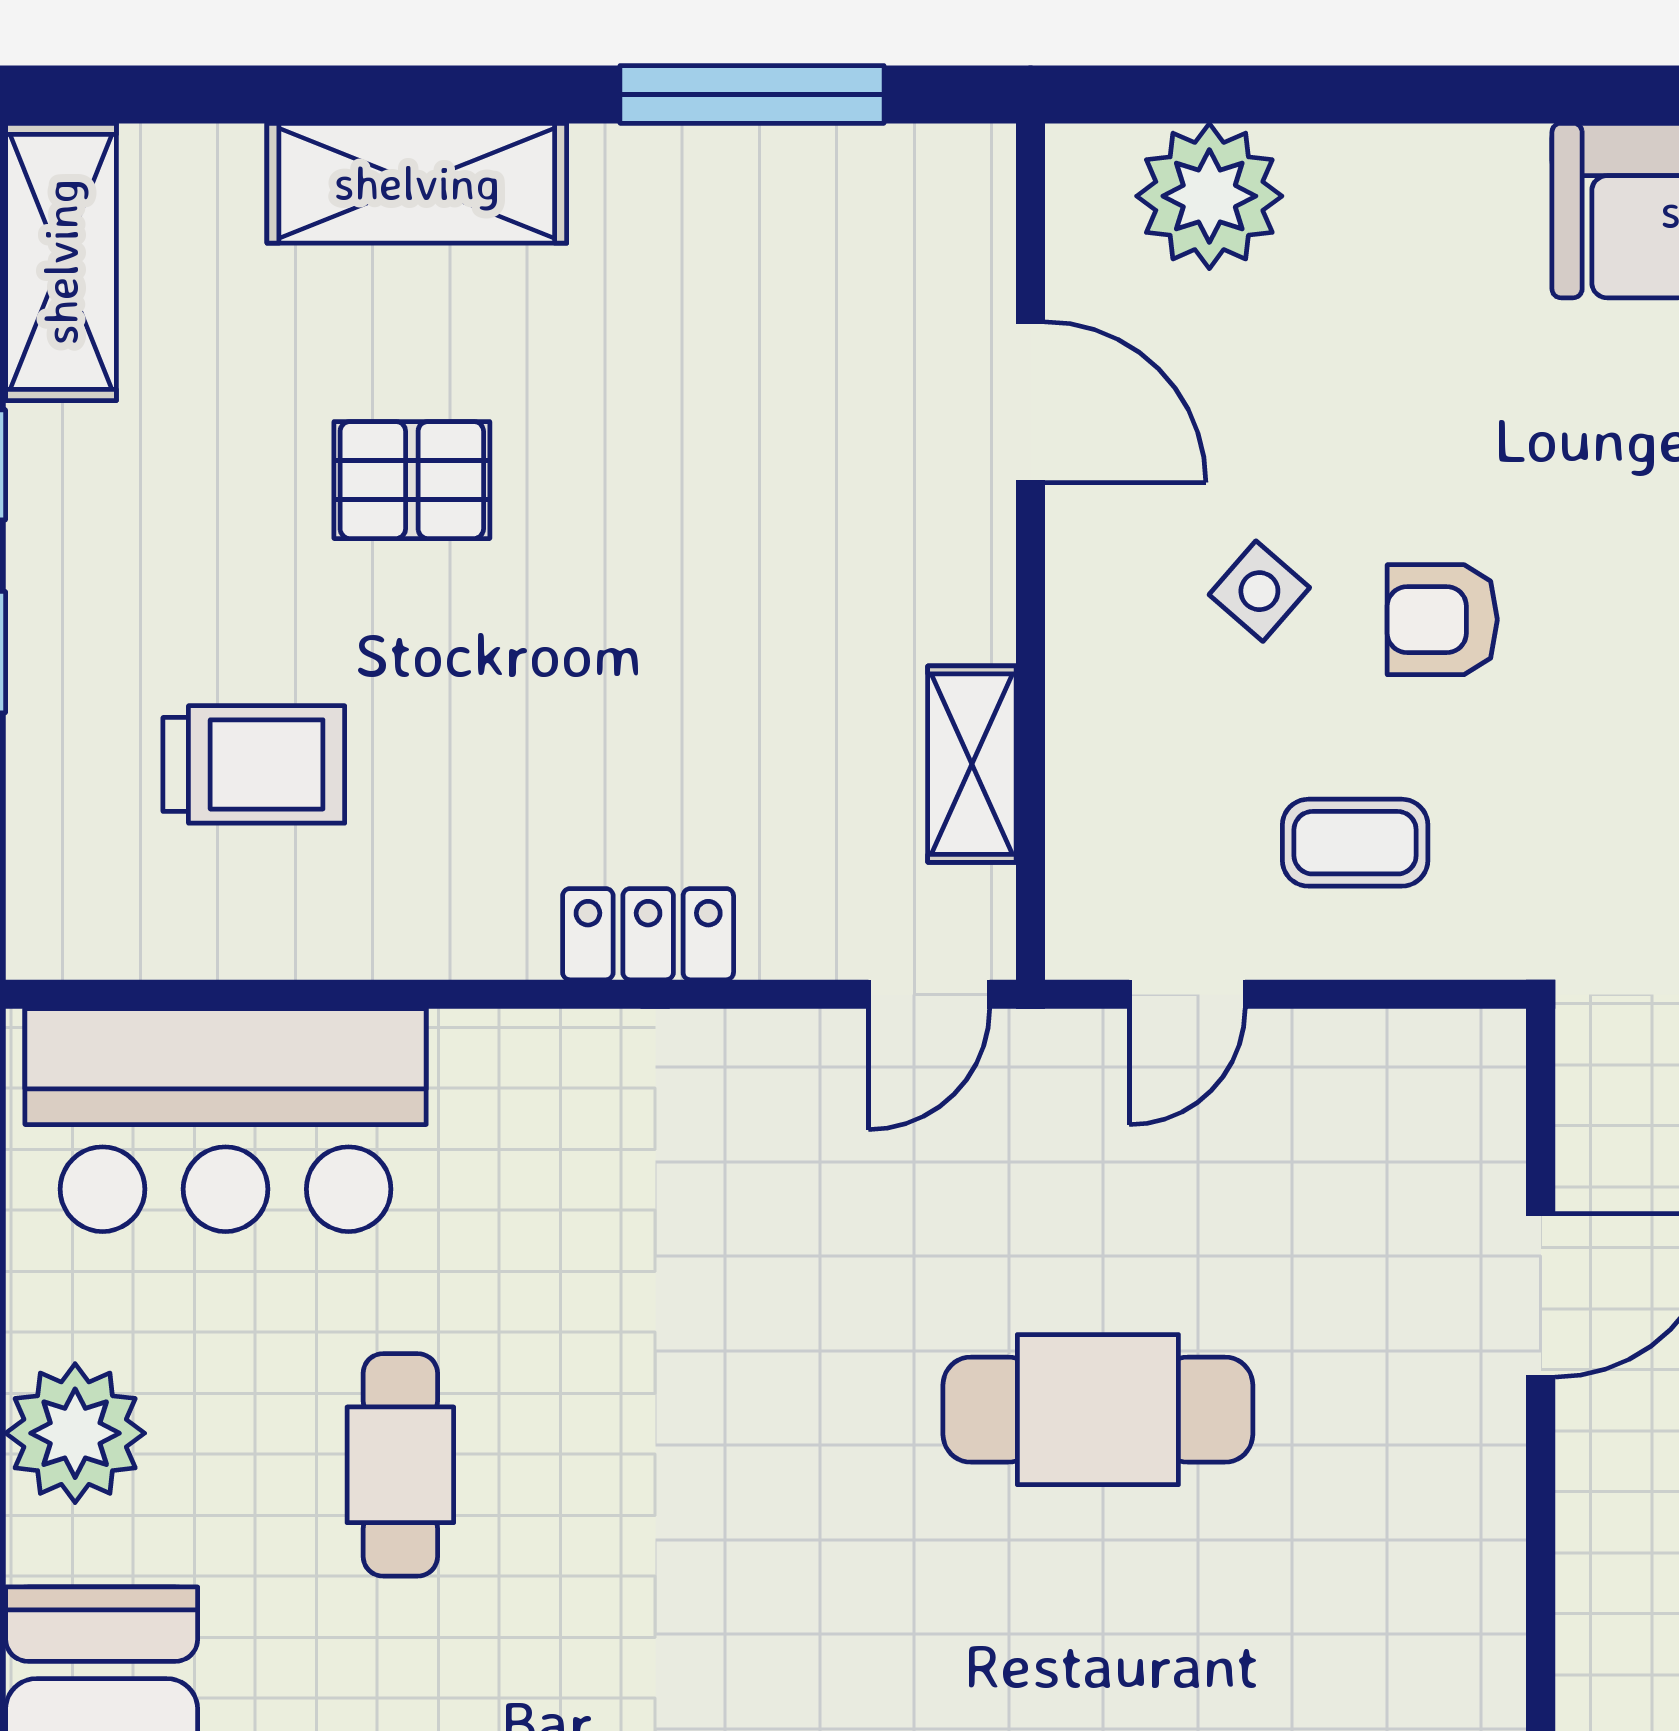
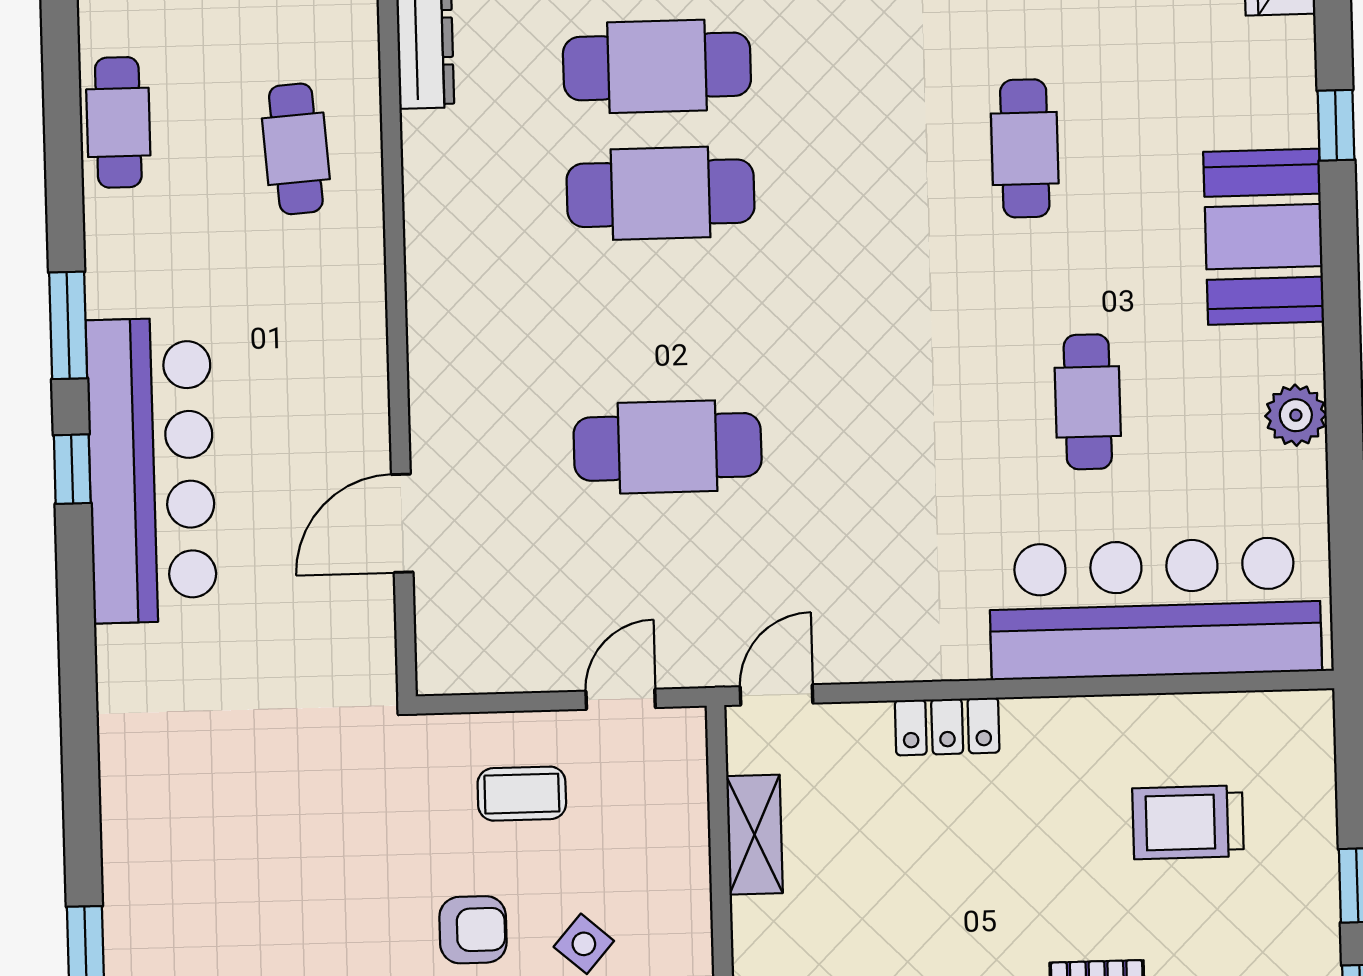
bar counter: (226, 1120) -> (1155, 608), width x1.36
plant: (75, 1433) -> (1296, 415), width x0.73, depth x0.73

